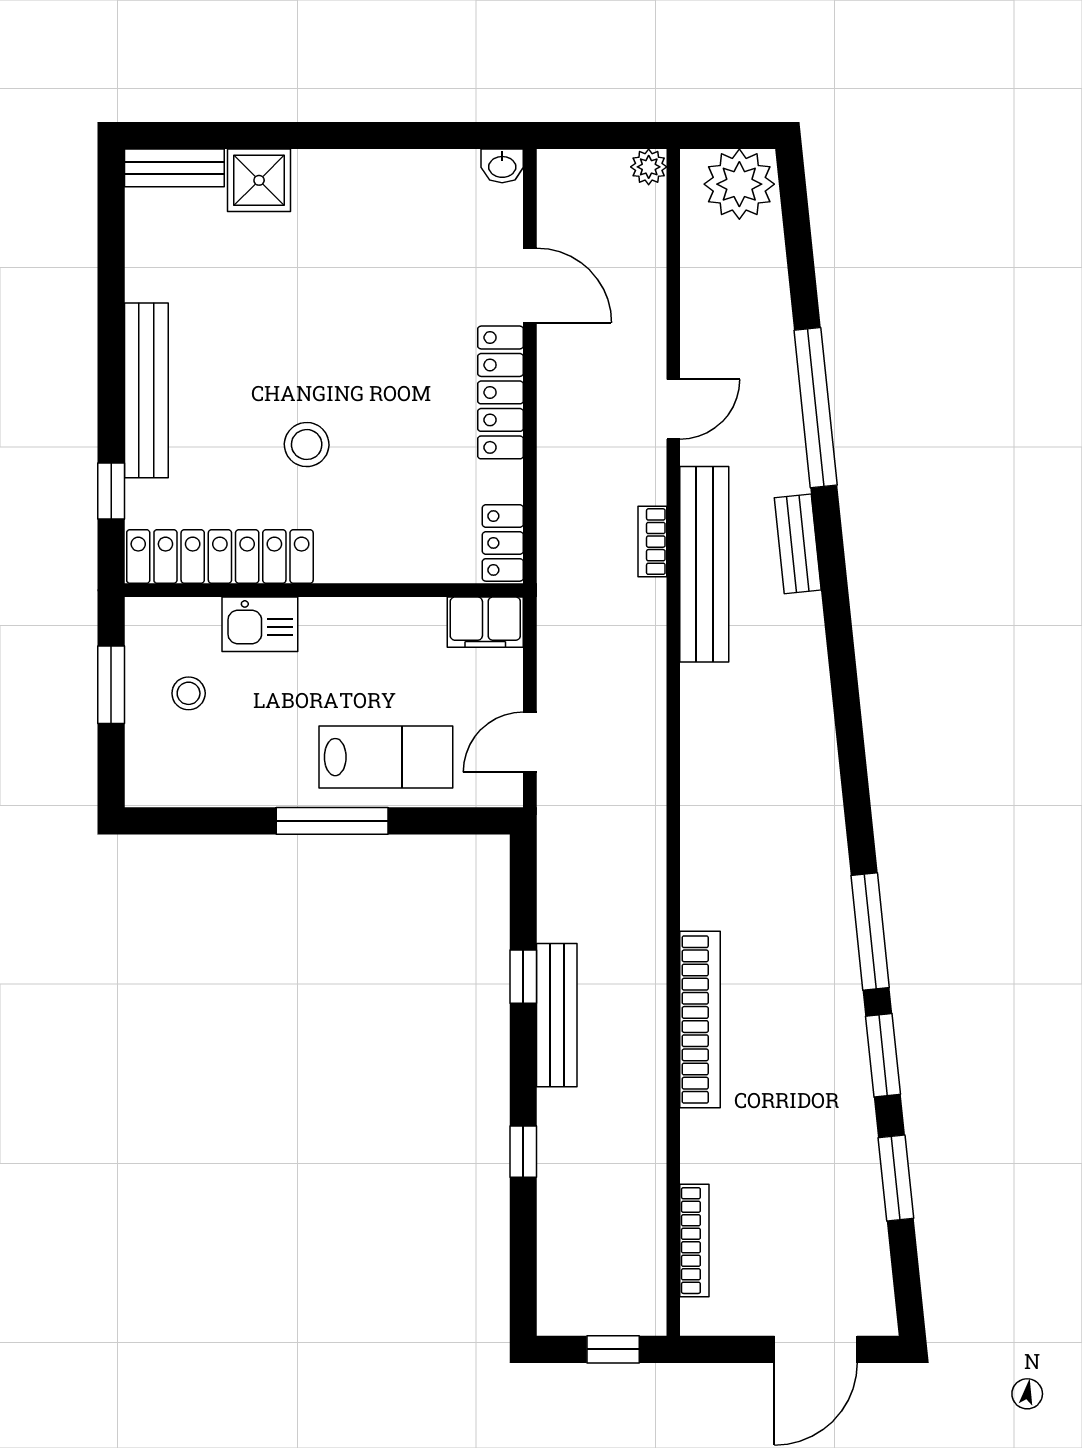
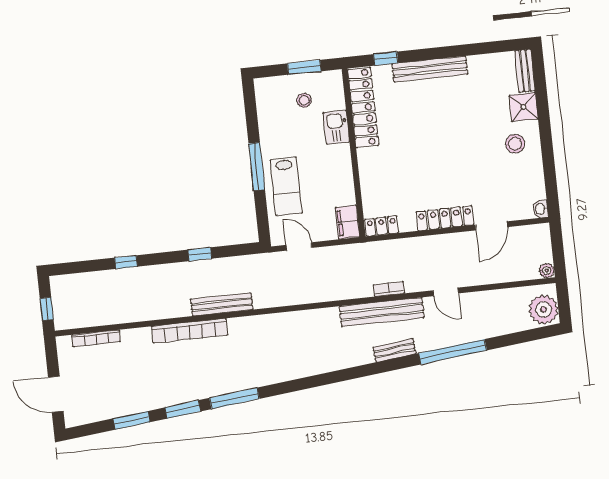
stool: (307, 445) -> (515, 144), moved
bench: (557, 1015) -> (222, 304), moved

